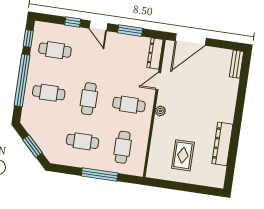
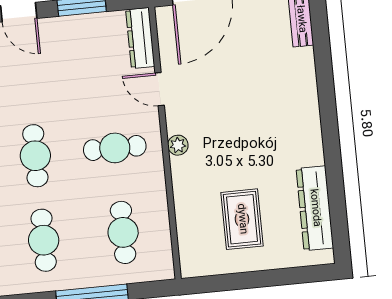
door: (158, 81) -> (160, 89), hinge flipped
cafe table: (83, 141) -> (44, 240), turned 90
dresser: (222, 144) -> (315, 208), moved

